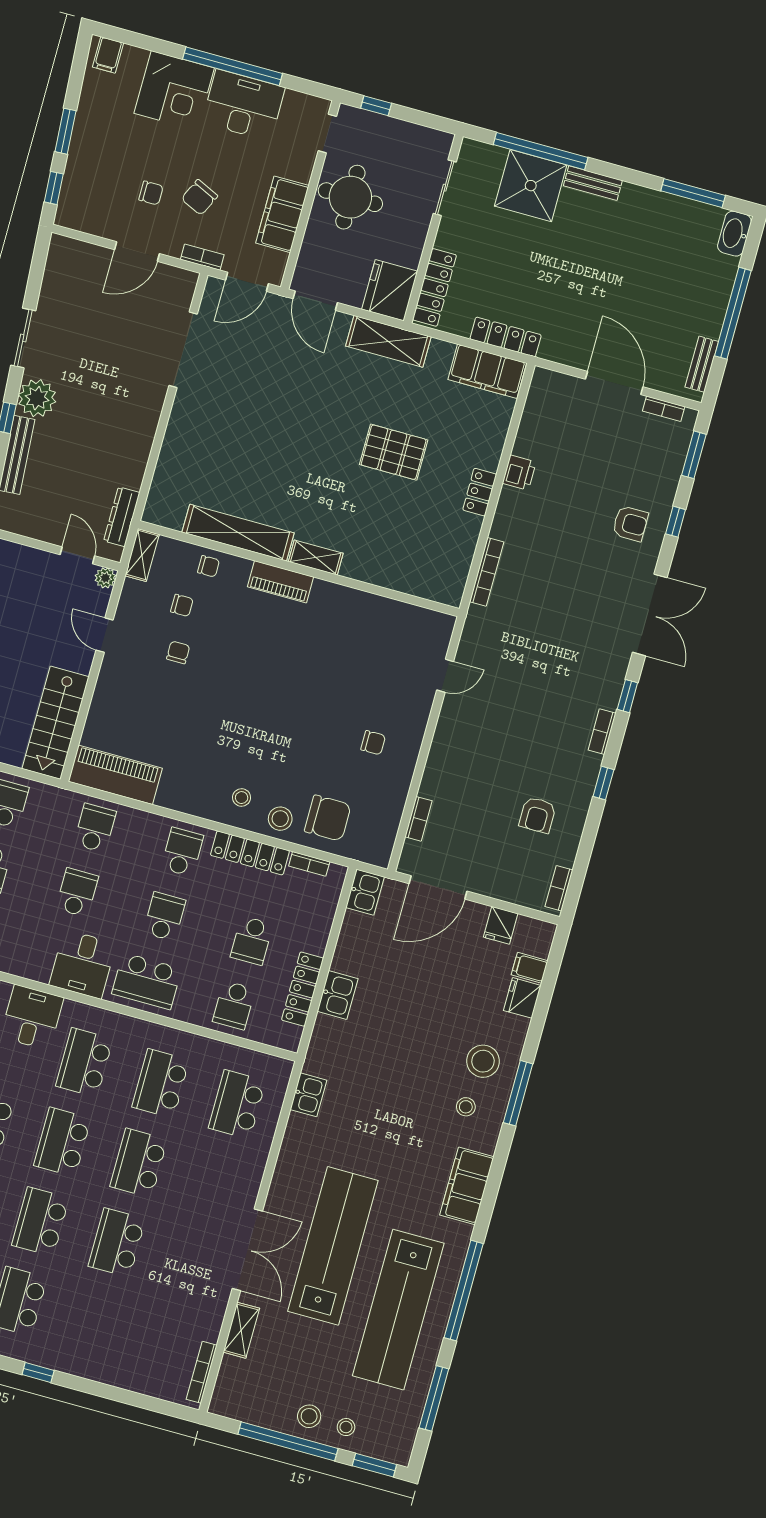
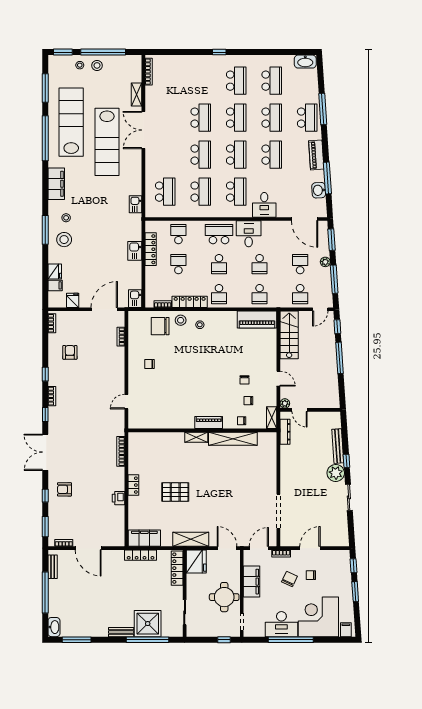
corner desk: (174, 91) -> (318, 617), width x1.36, depth x1.36

